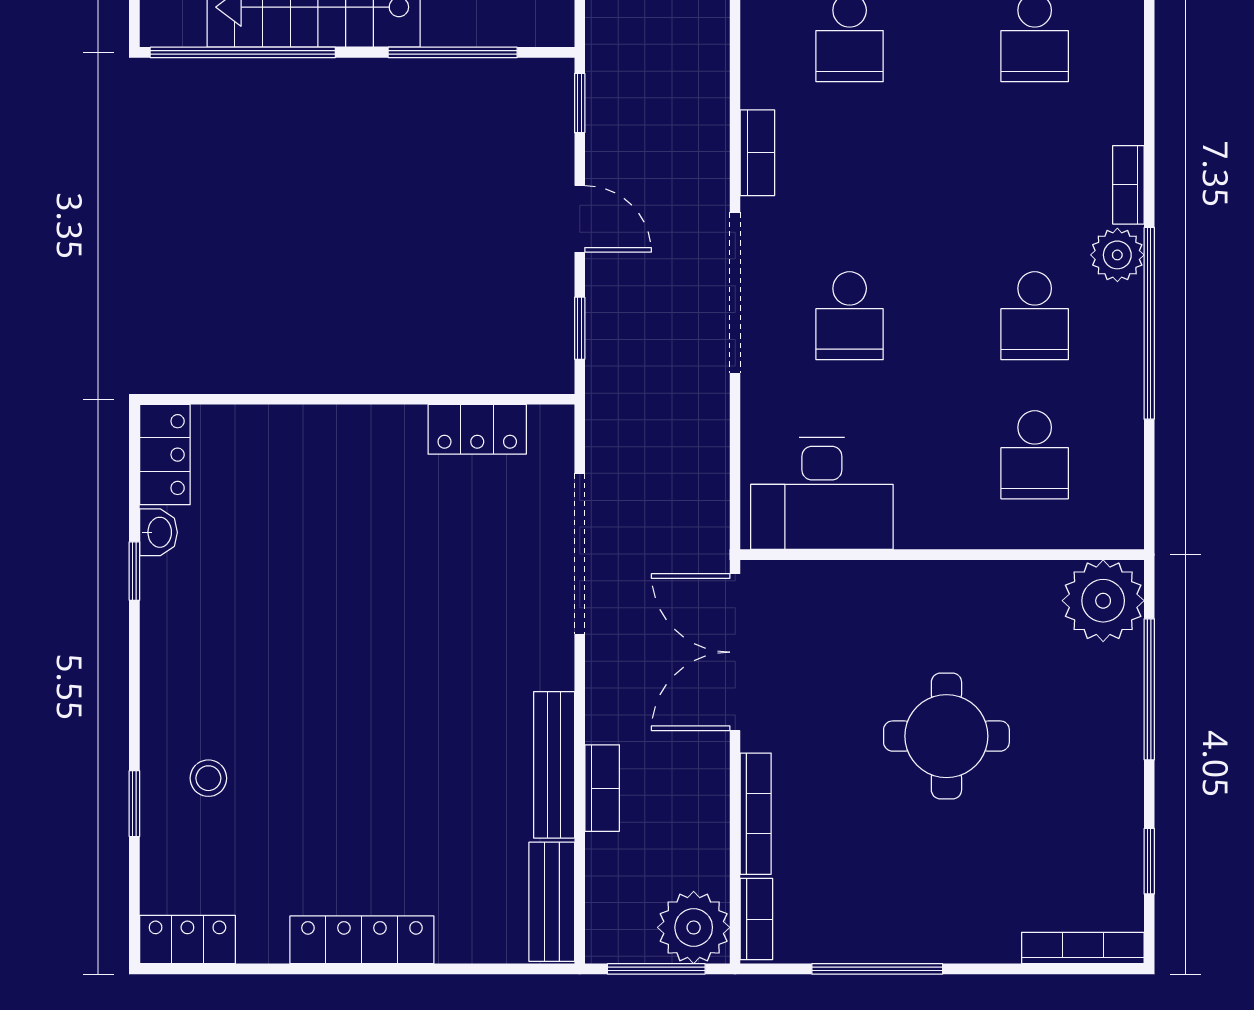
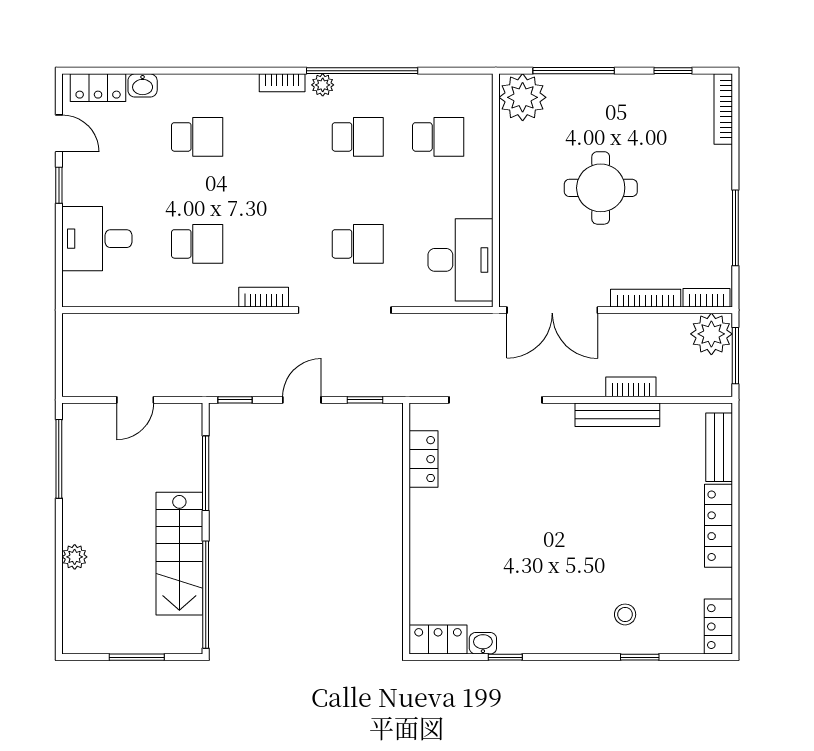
plant: (1117, 255) -> (323, 85), width x0.73, depth x0.73
bench: (552, 902) -> (719, 447), moved, turned 90

